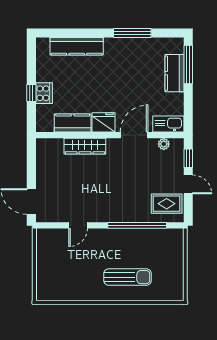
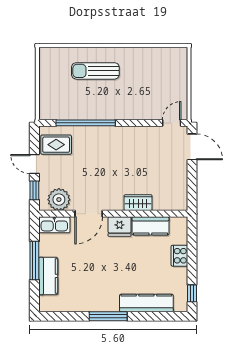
window: (132, 33) -> (108, 316), moved
window: (188, 64) -> (34, 261), moved
window: (31, 93) -> (192, 293), moved
plant: (164, 144) -> (59, 200), width x1.88, depth x1.88
wardrobe: (85, 146) -> (138, 203), width x0.67
door: (78, 225) -> (172, 123), moved

